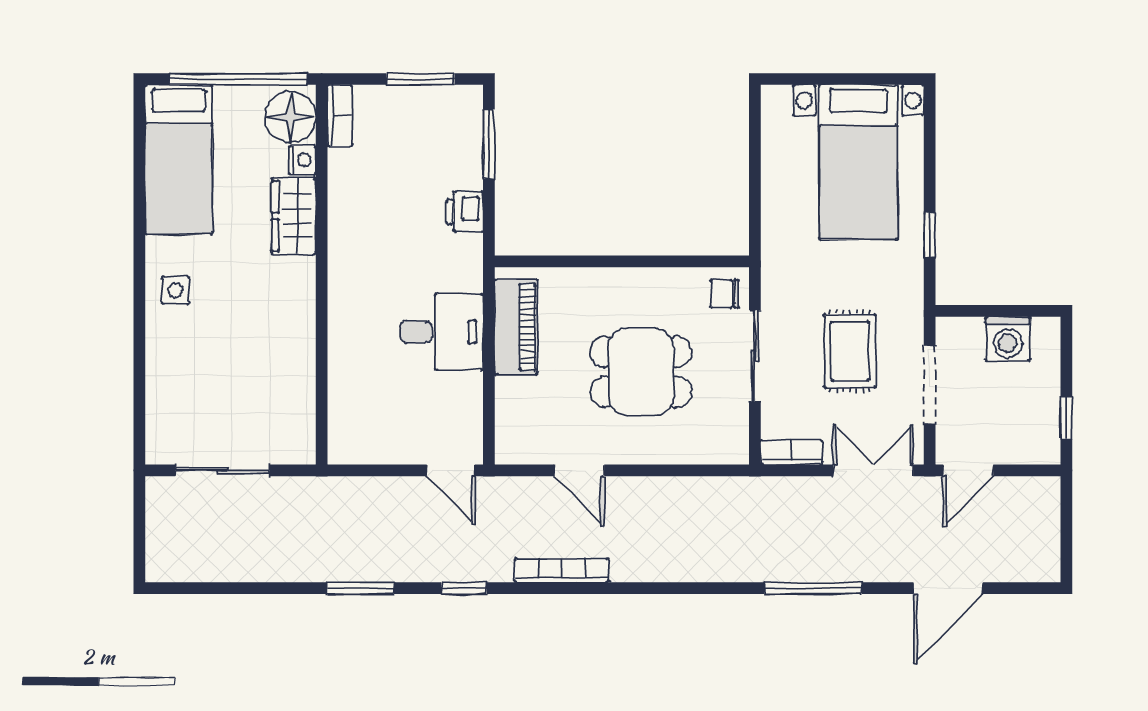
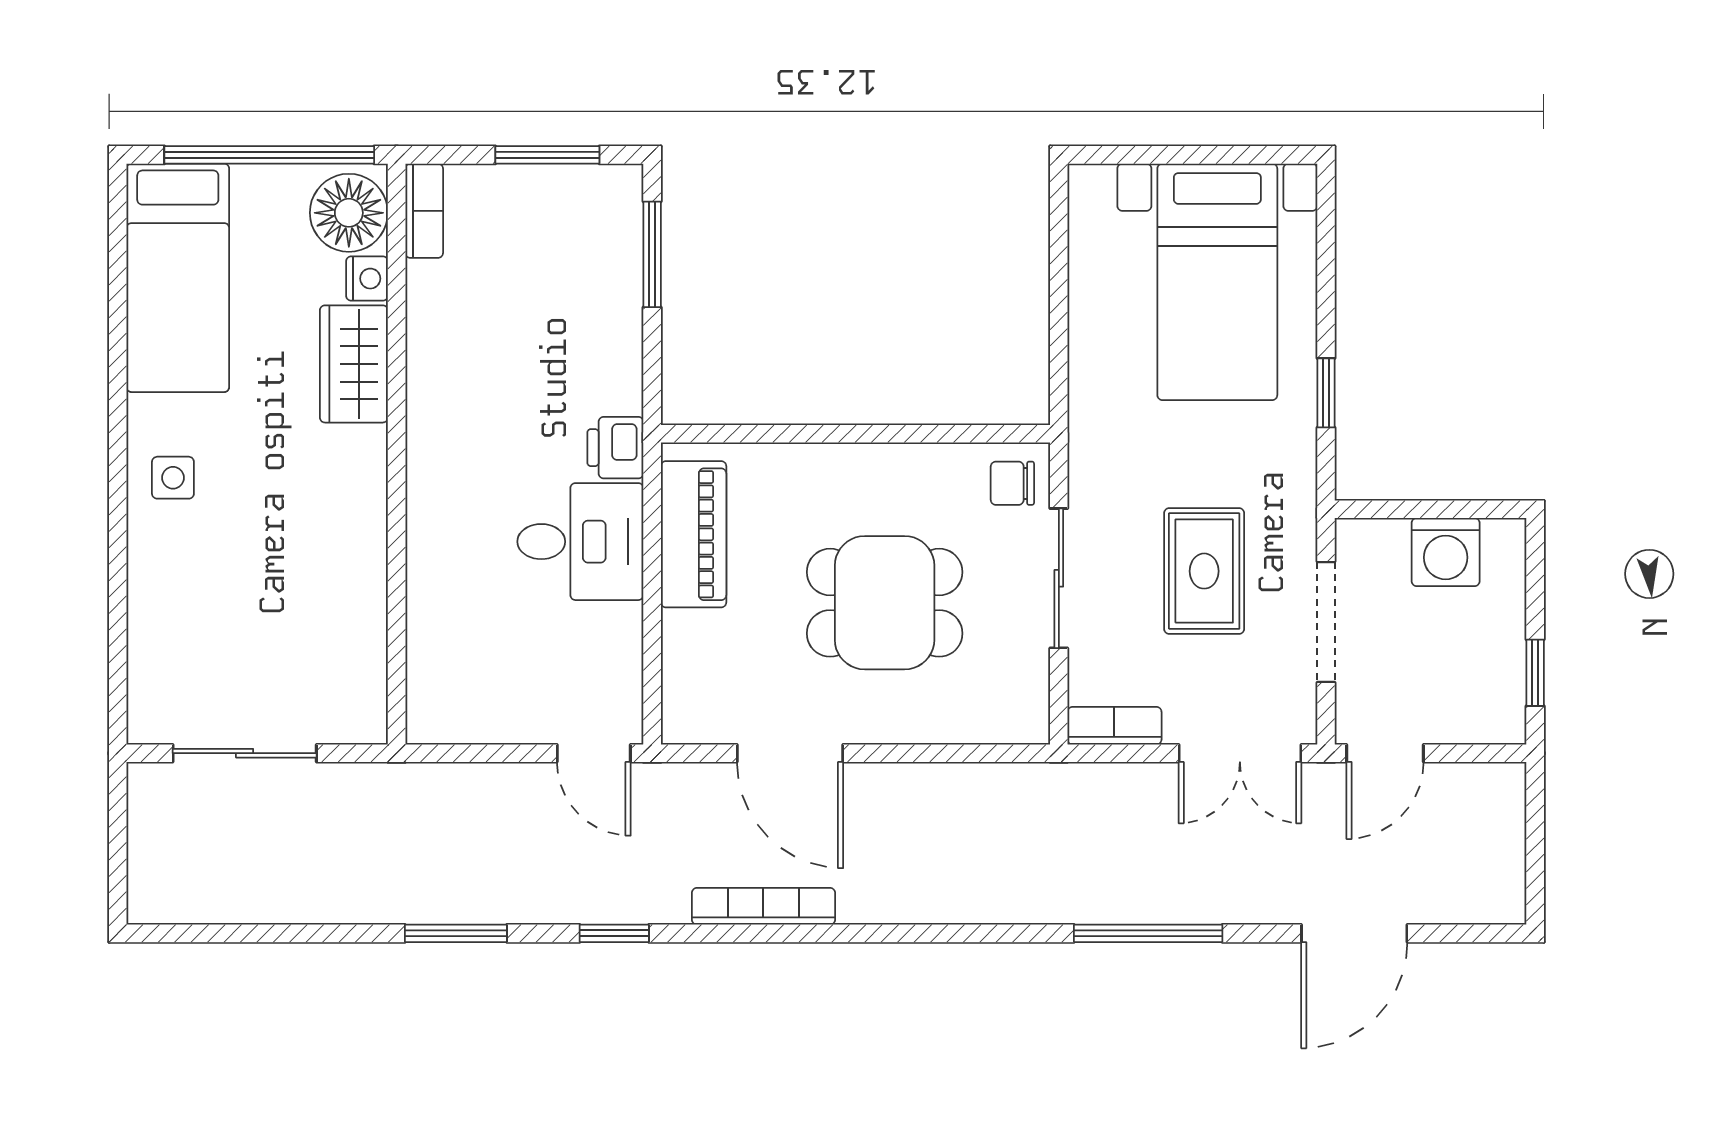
printer: (465, 212) -> (615, 448), moved
door: (579, 470) -> (790, 753), width x1.38
double door: (873, 470) -> (1240, 753), swing flipped

